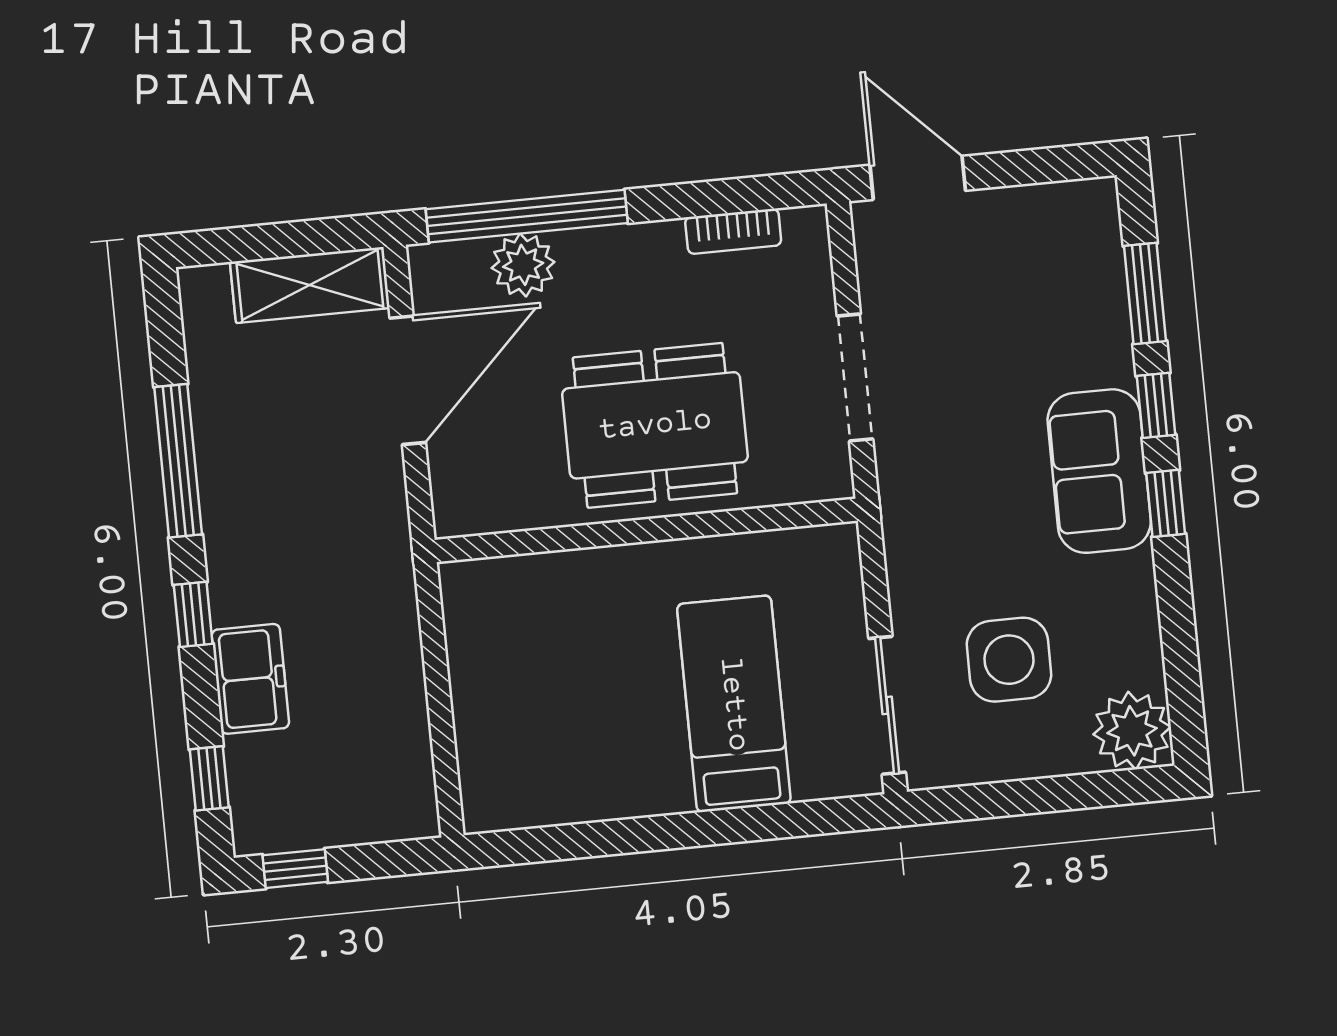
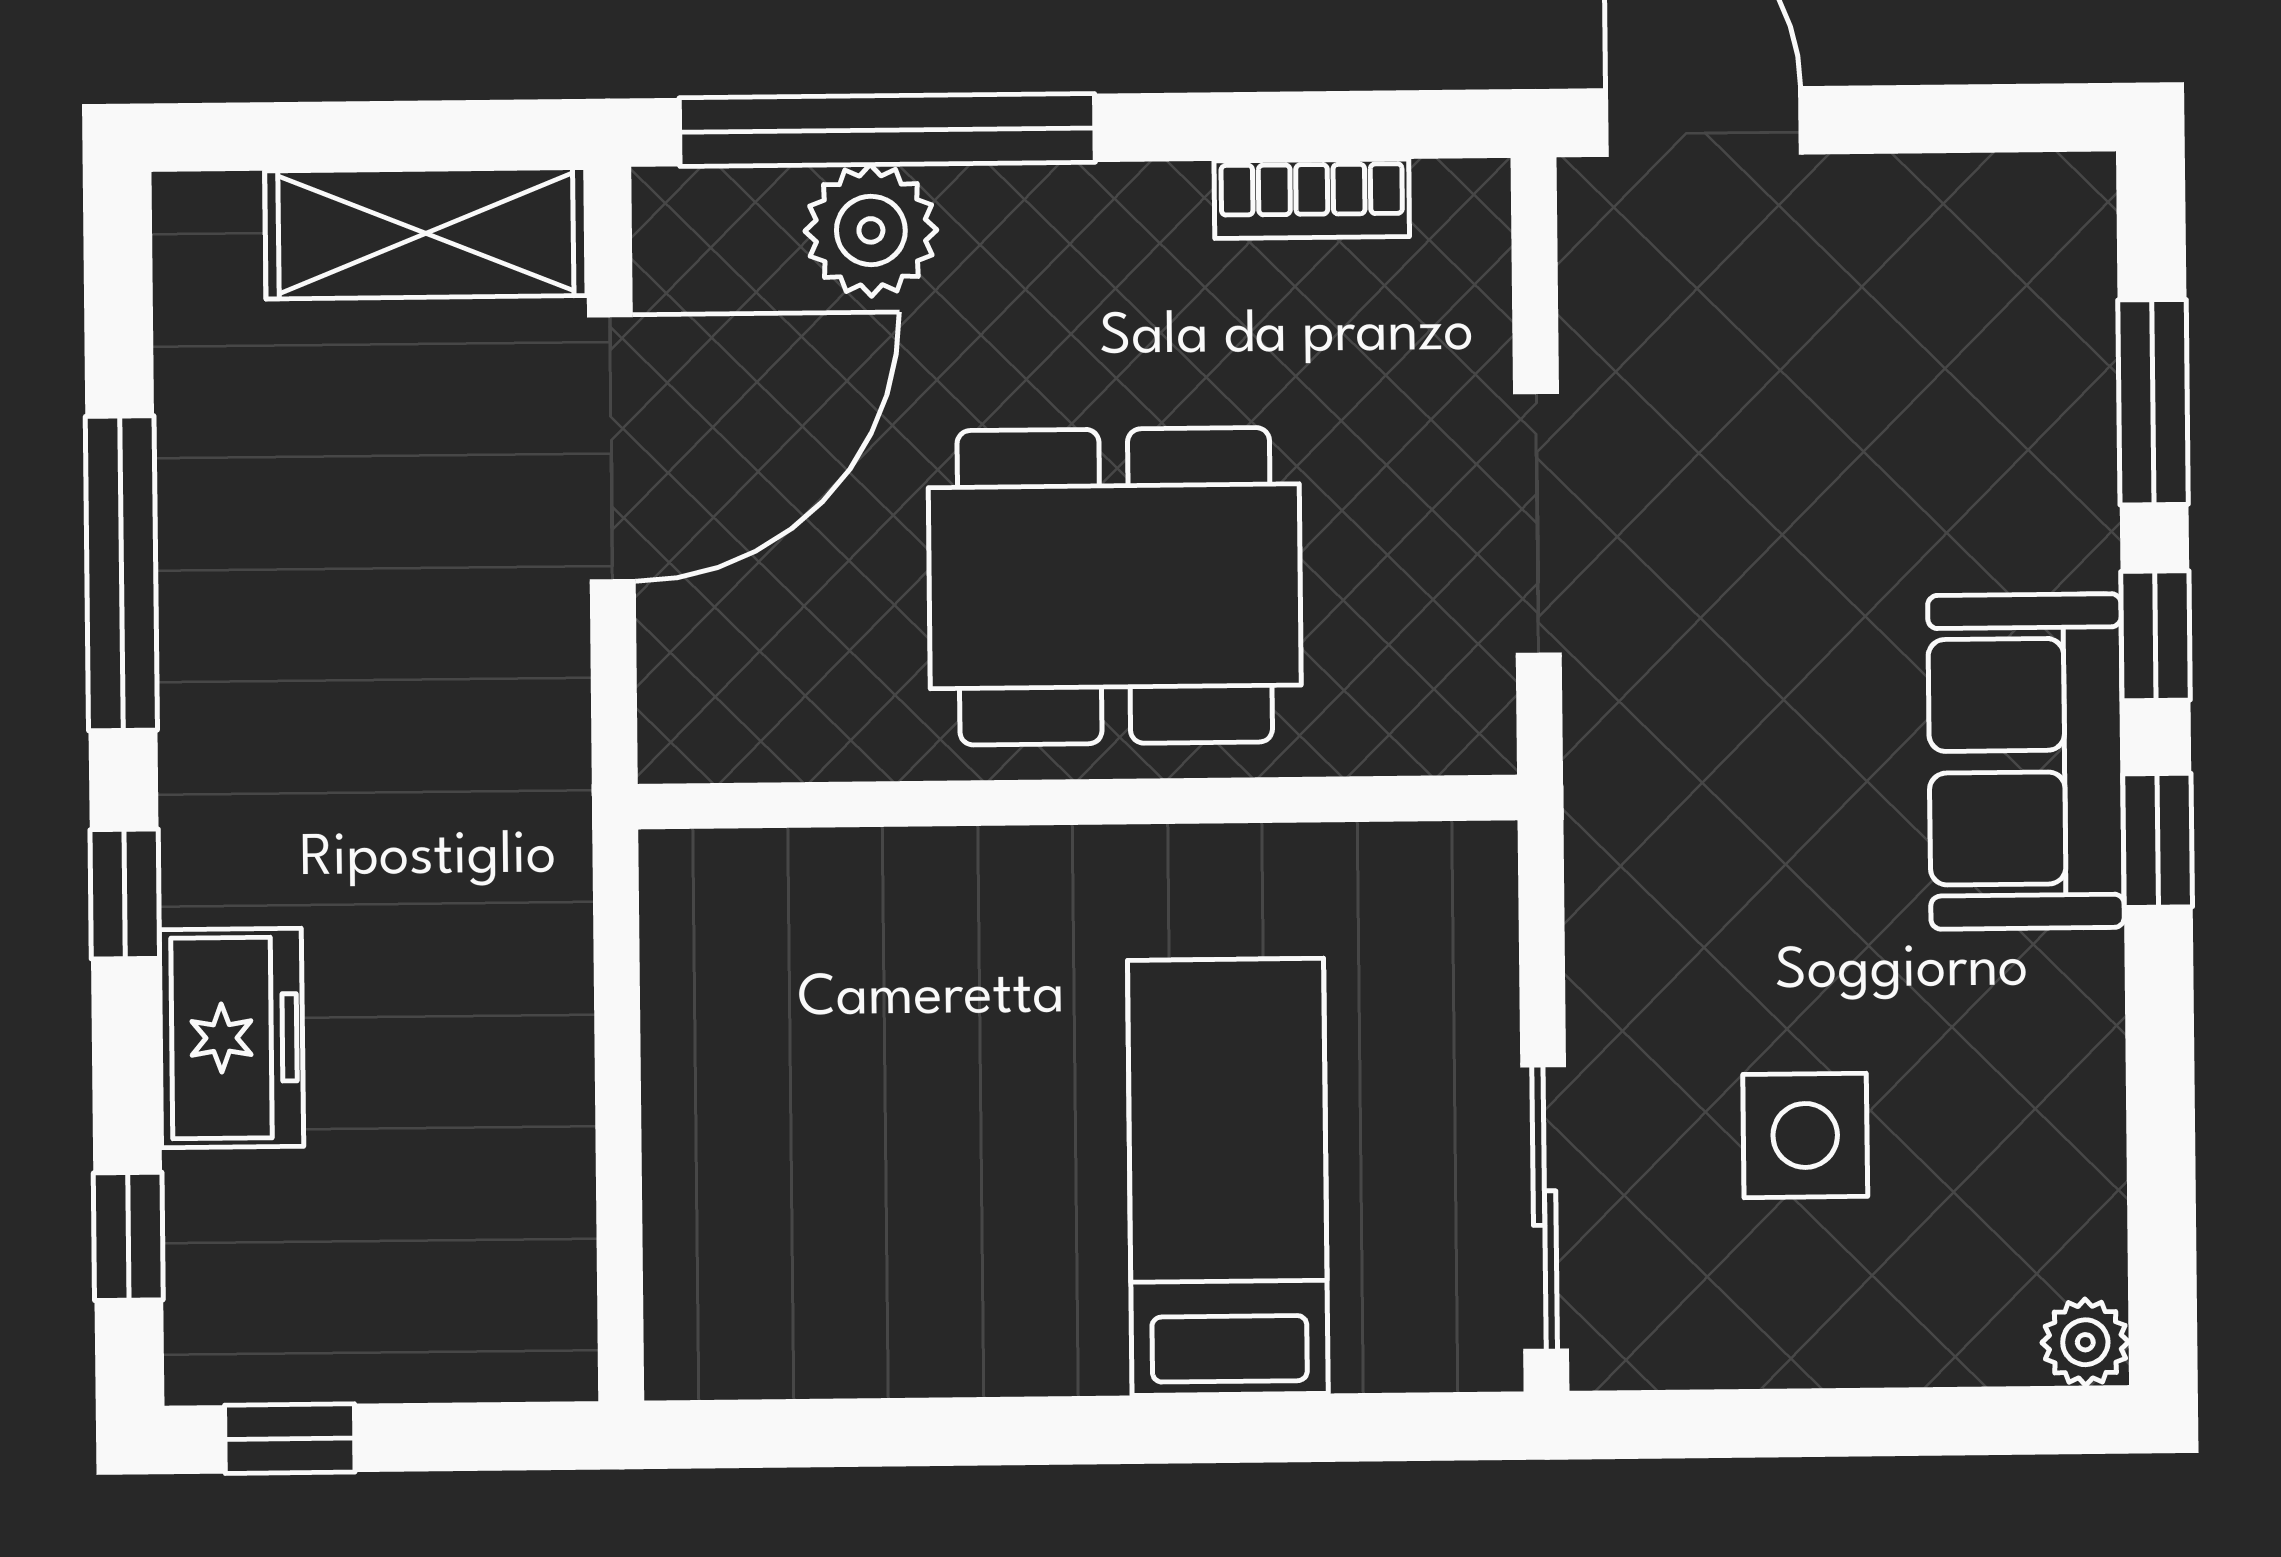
side table: (1009, 660) -> (1805, 1135), width x0.73, depth x0.73
plant: (1132, 731) -> (2085, 1342), width x0.53, depth x0.53

